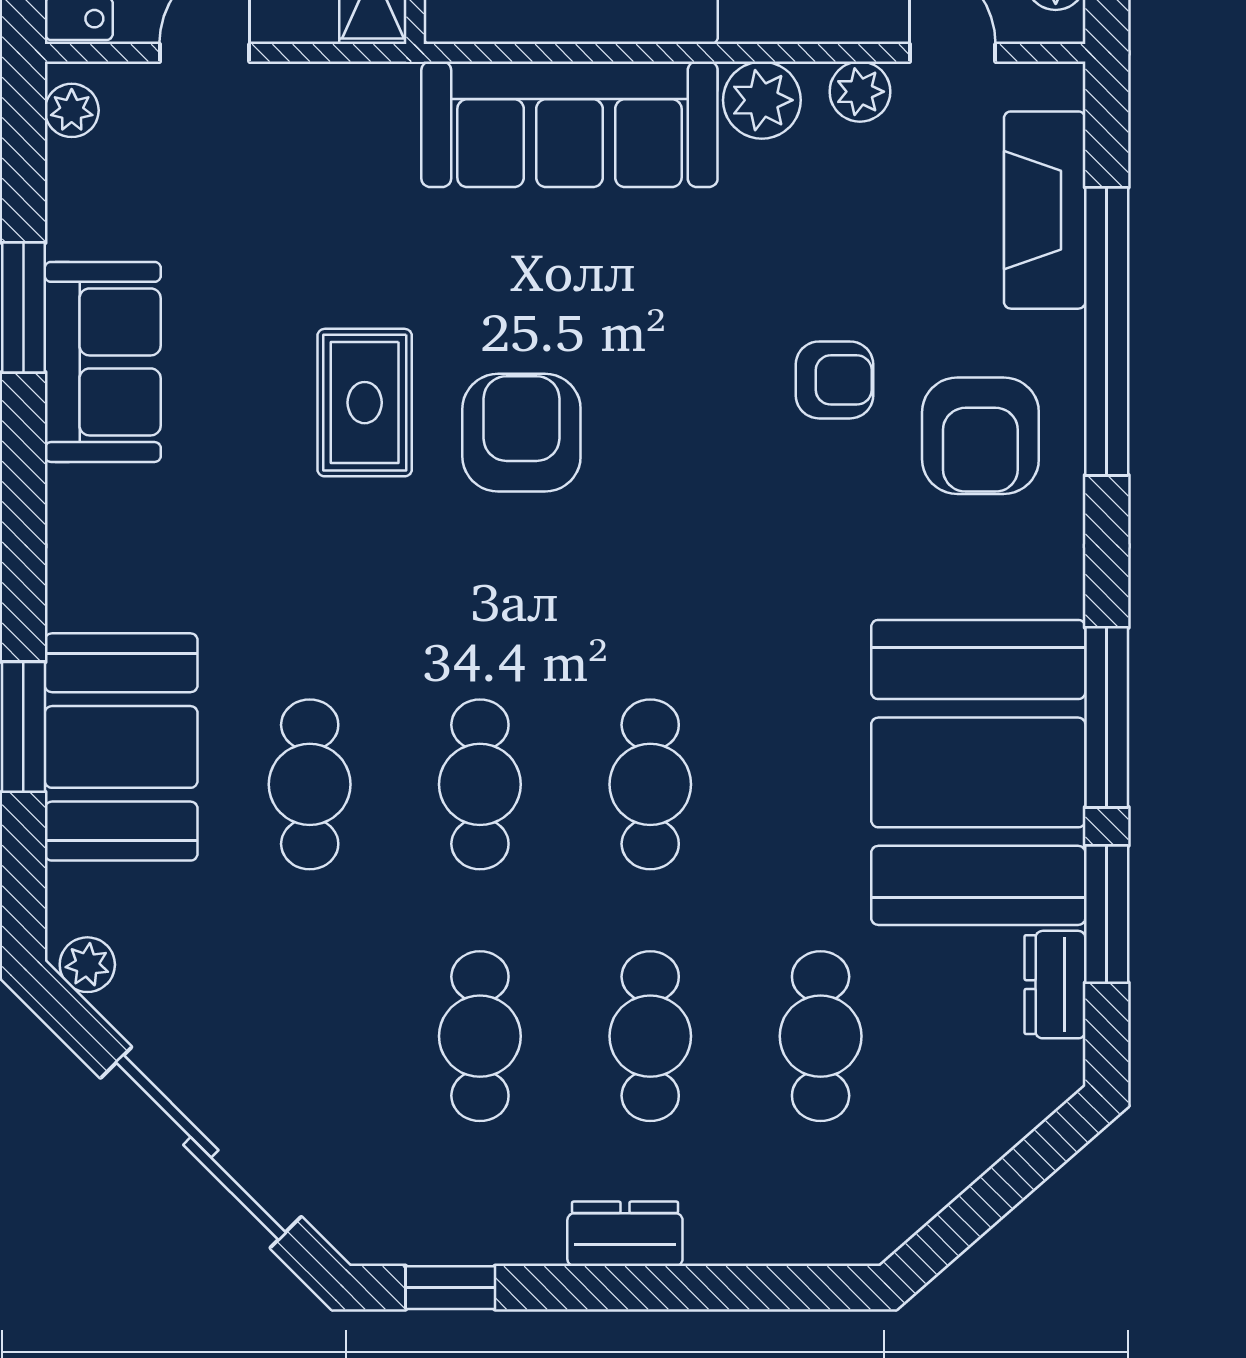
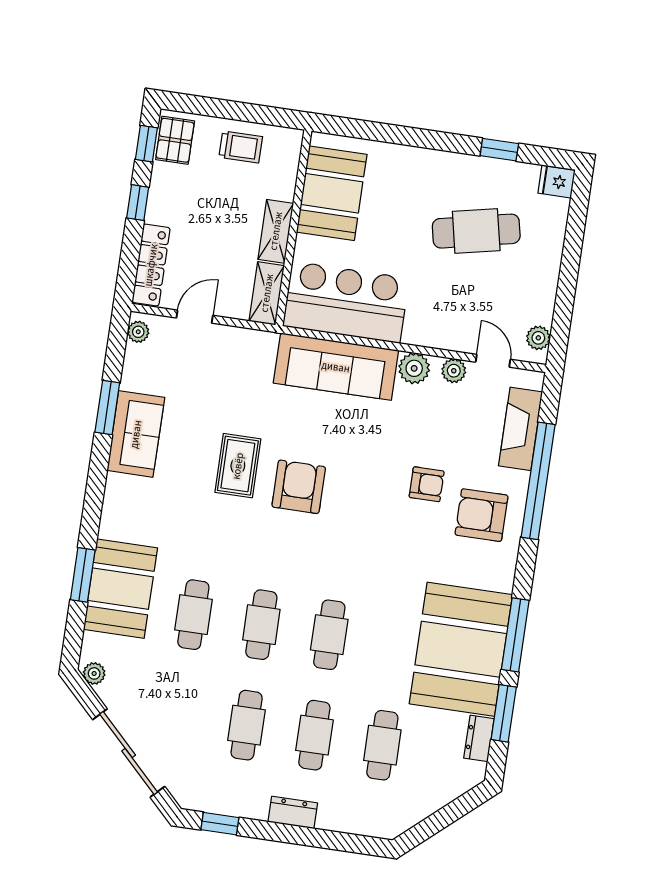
armchair: (980, 436) -> (482, 515), turned 90

